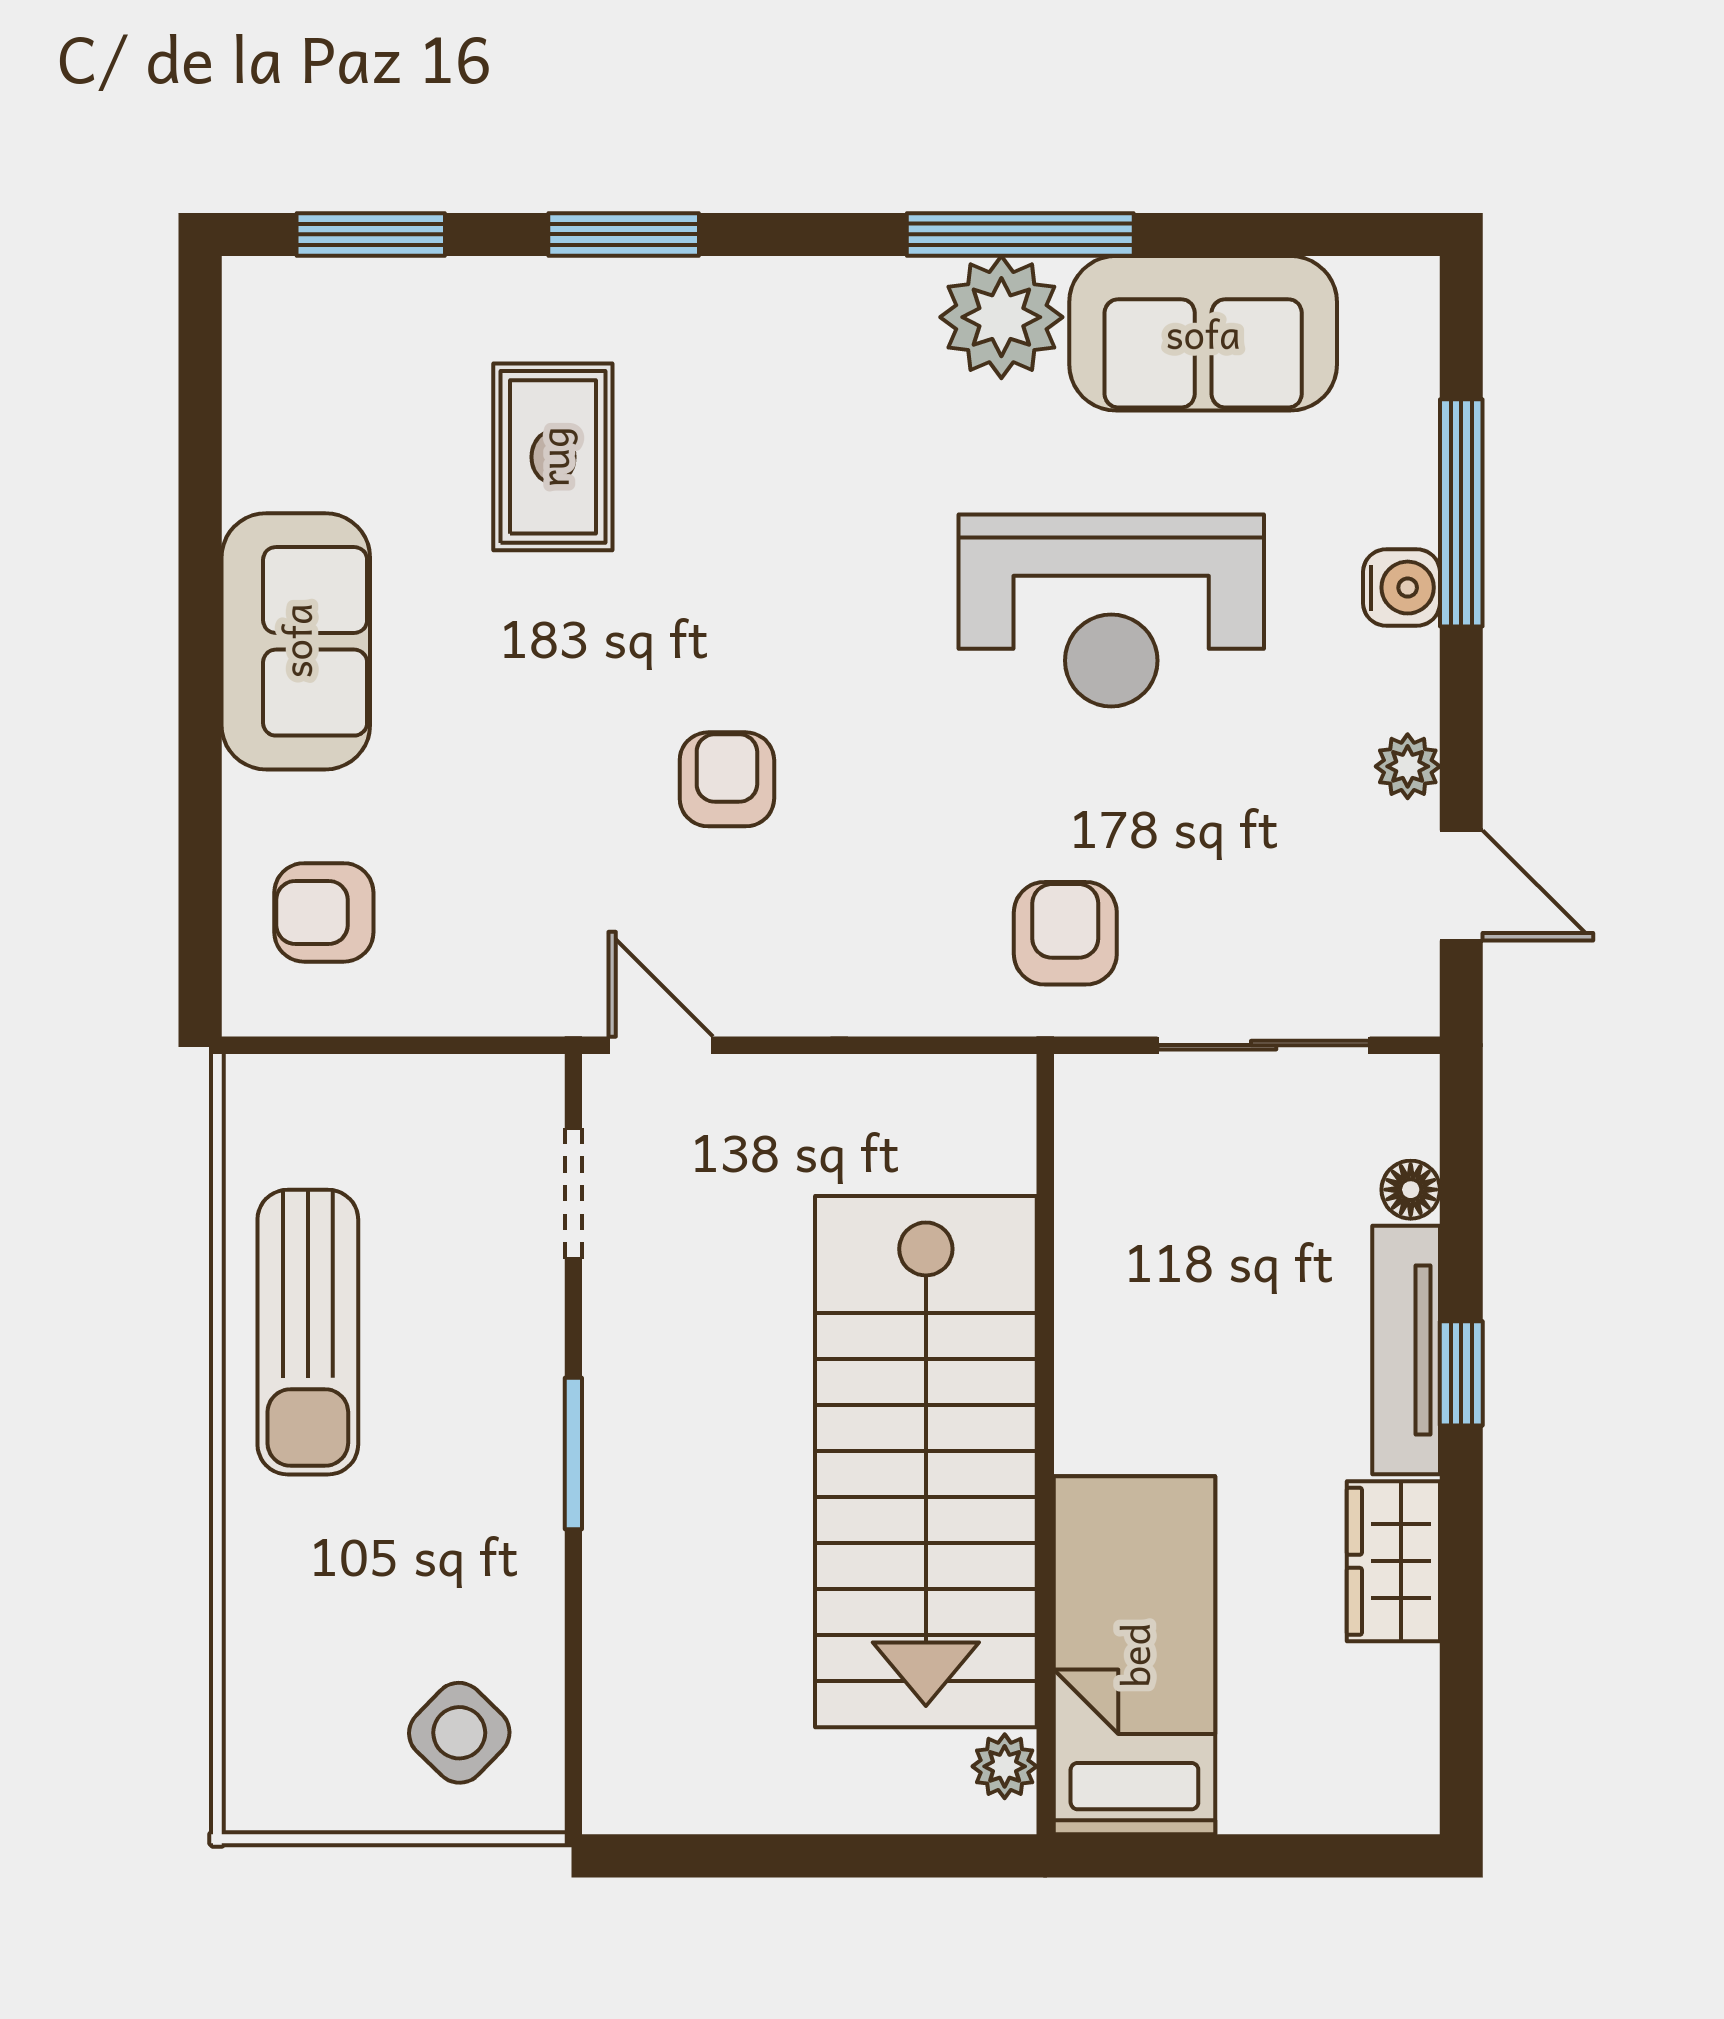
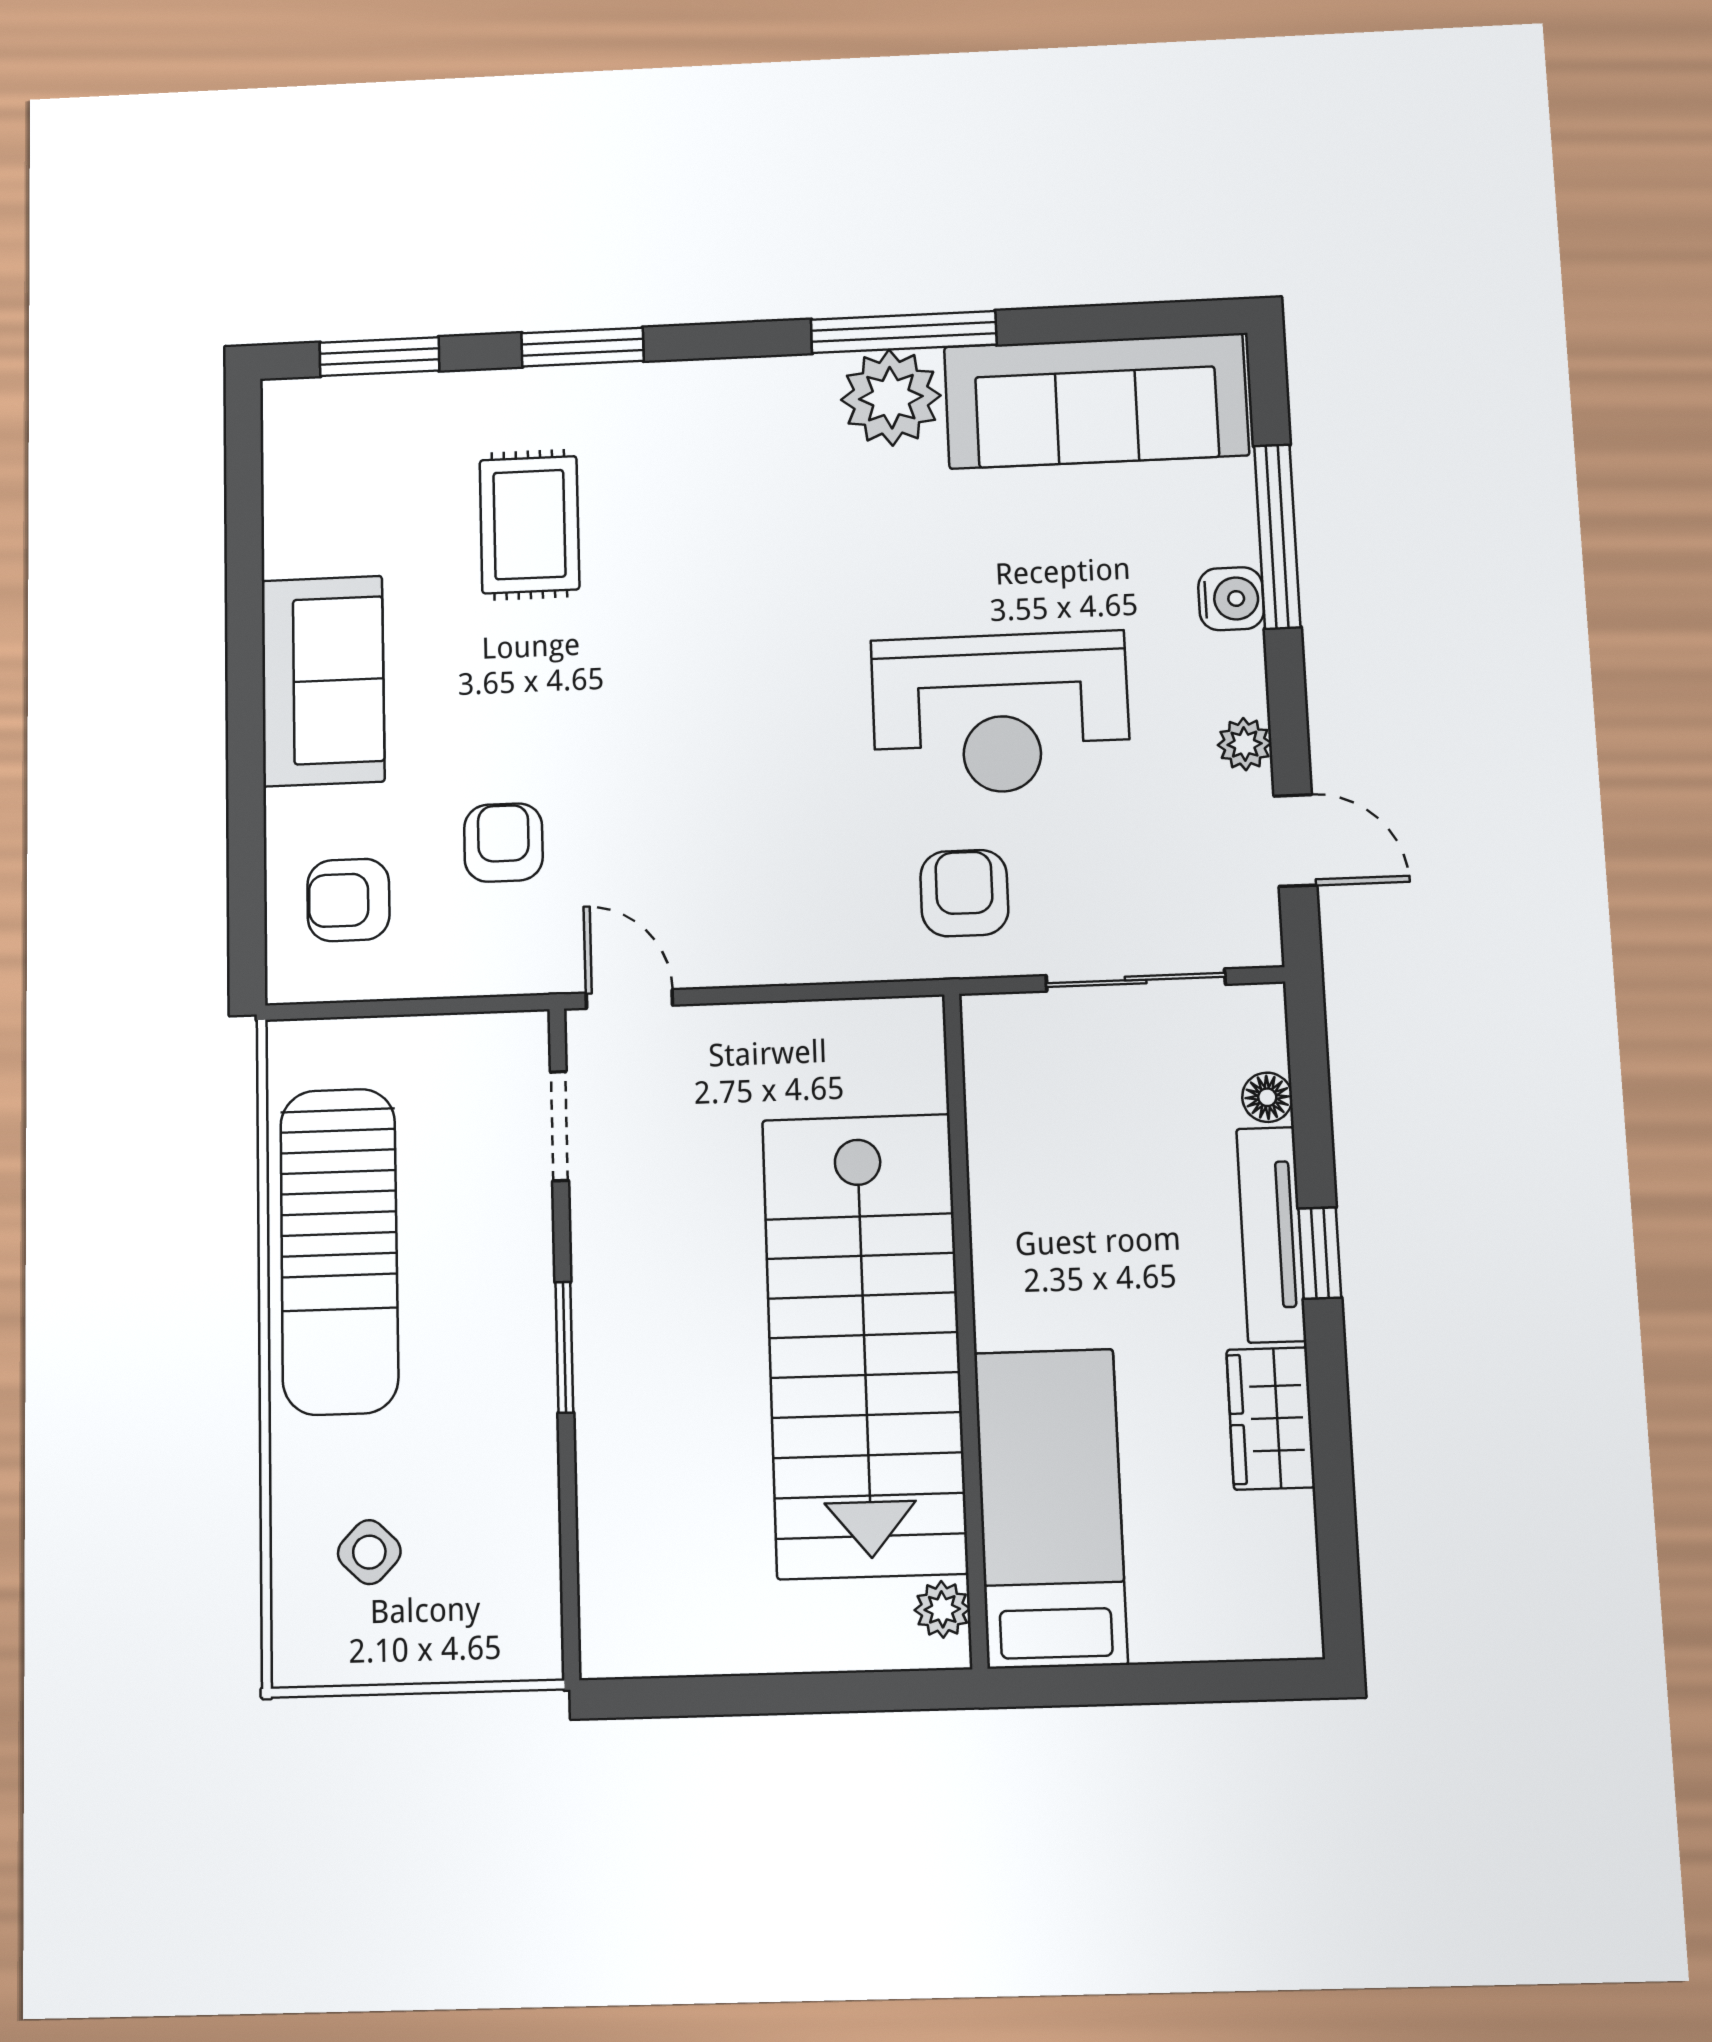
sofa: (1203, 333) -> (1096, 401), width x1.36
reception desk: (1111, 611) -> (1001, 713), moved
armchair: (727, 779) -> (503, 843), moved
sun lounger: (308, 1332) -> (339, 1251), width x1.36, depth x1.34
side table: (459, 1733) -> (369, 1552), moved, width x0.73, depth x0.73

